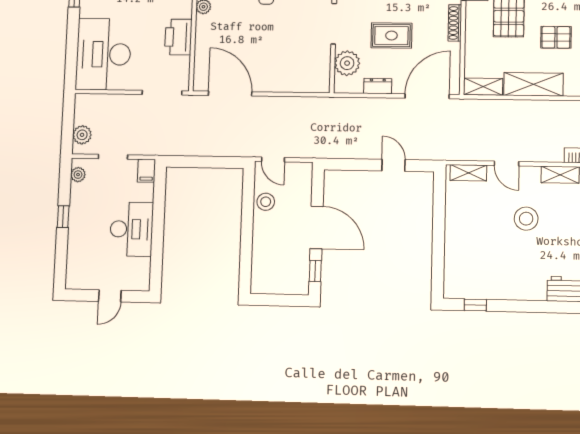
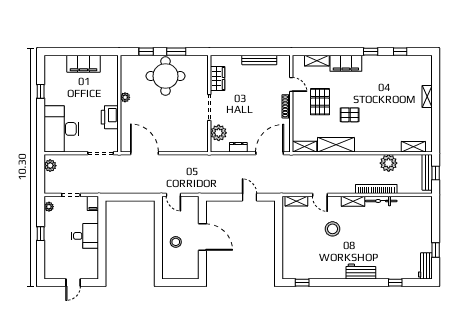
rug: (391, 36) -> (246, 115), removed
plant: (82, 135) -> (50, 166), moved
stool: (266, 202) -> (176, 242), moved
desk: (131, 229) -> (85, 236), width x0.73
window: (315, 271) -> (202, 264), removed

